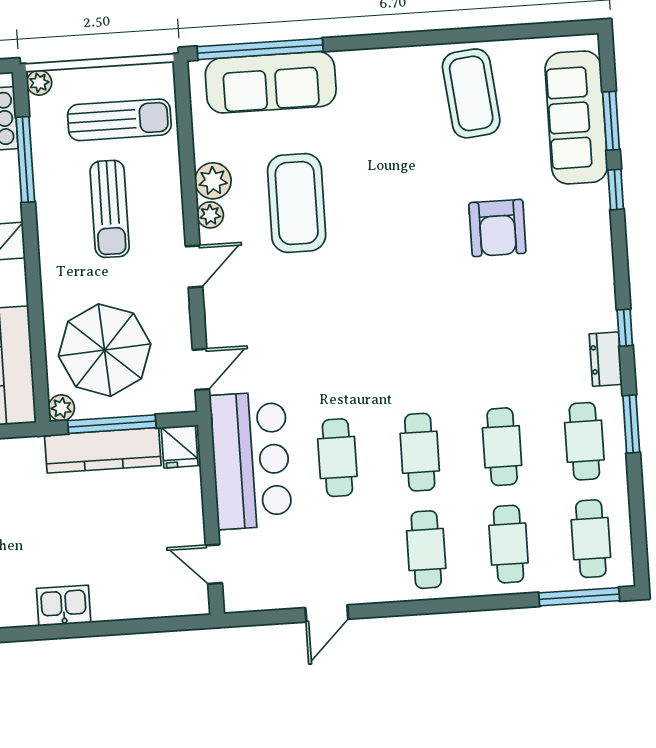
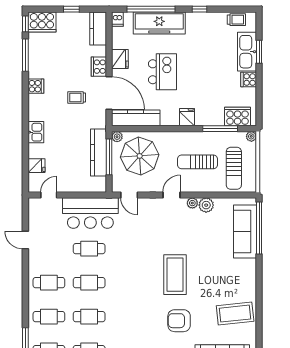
coffee table: (297, 203) -> (175, 275), moved, turned 90
door: (194, 267) -> (171, 195), swing flipped
fridge: (180, 447) -> (36, 166), moved, turned 180

